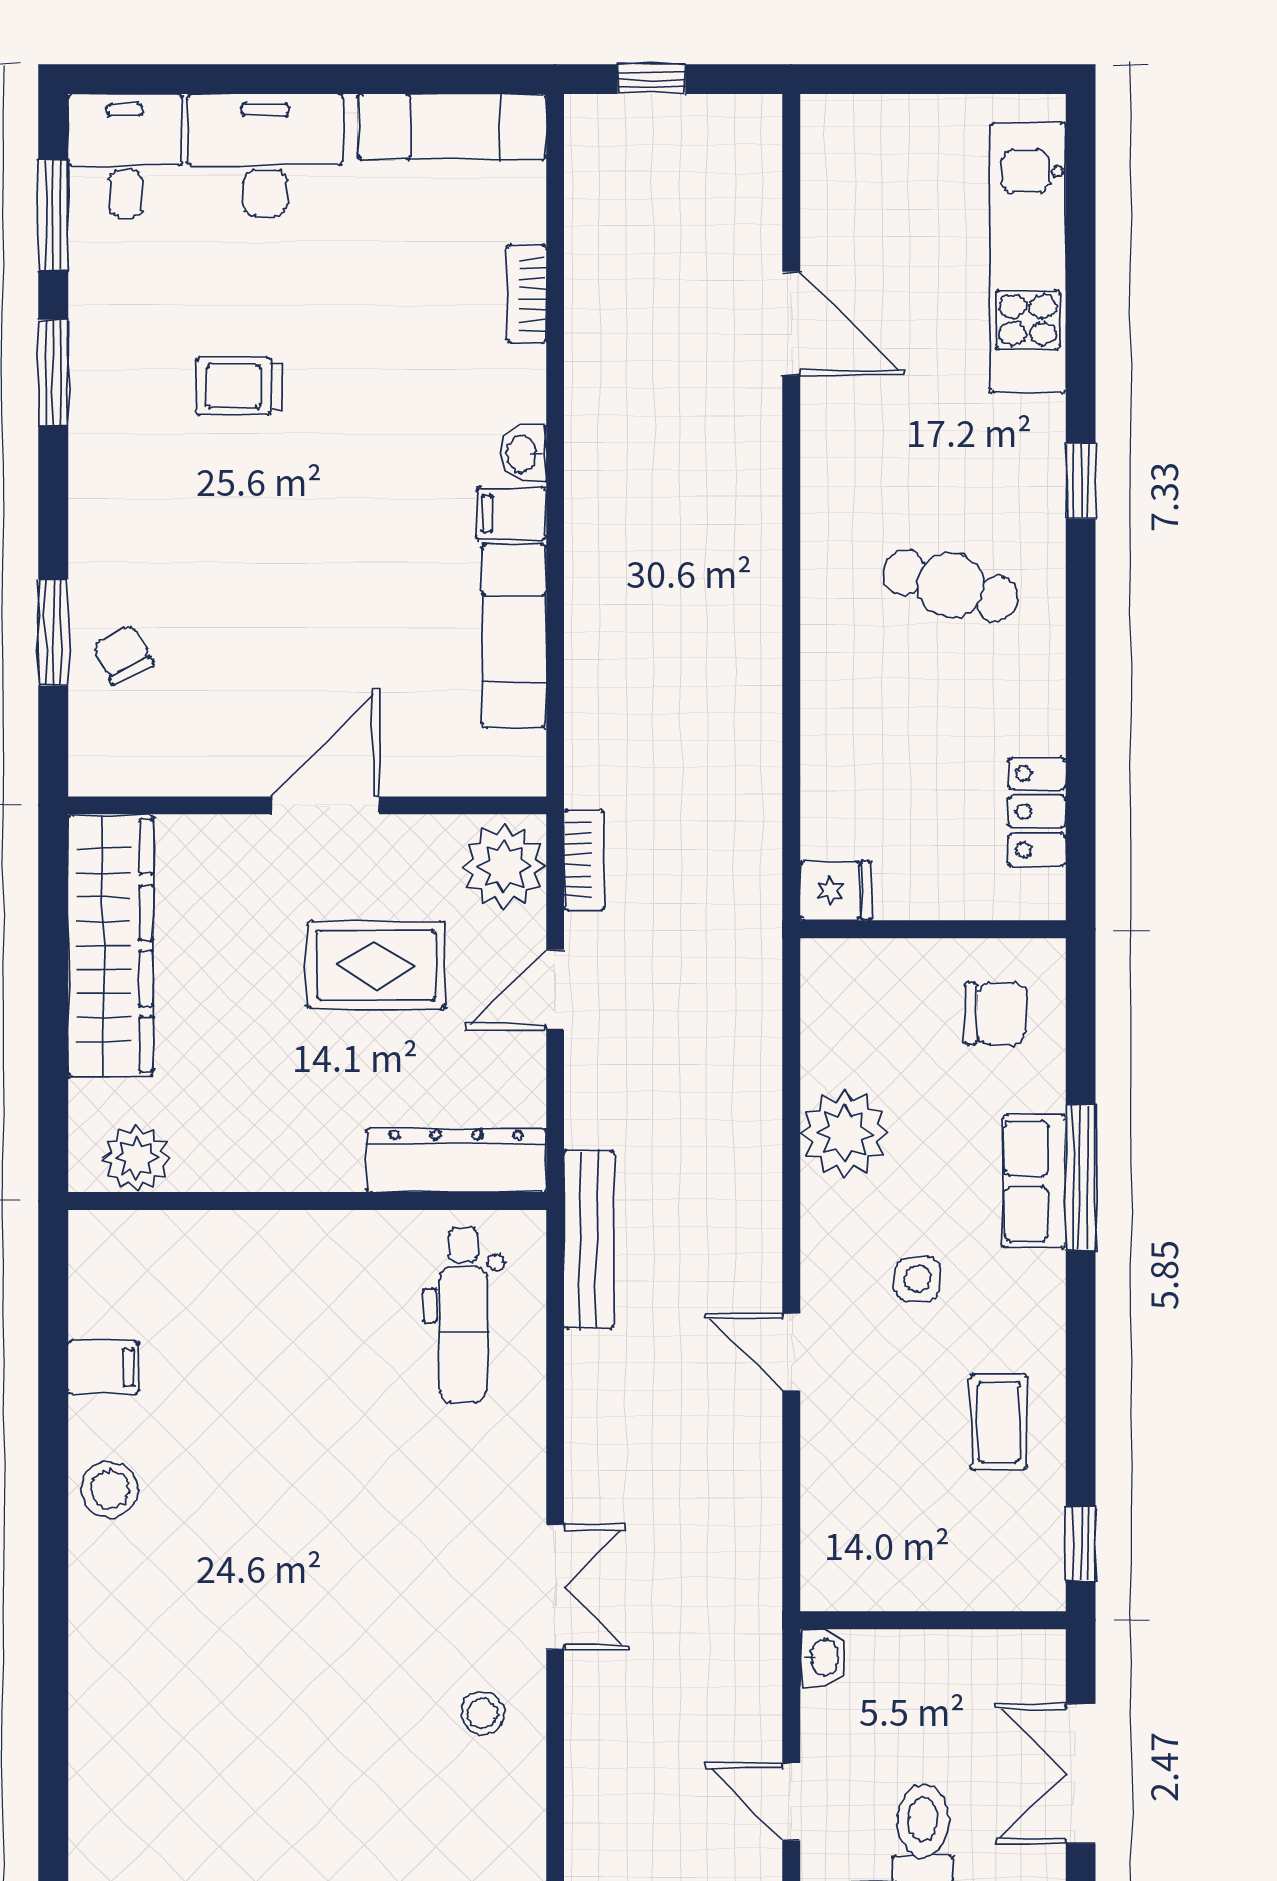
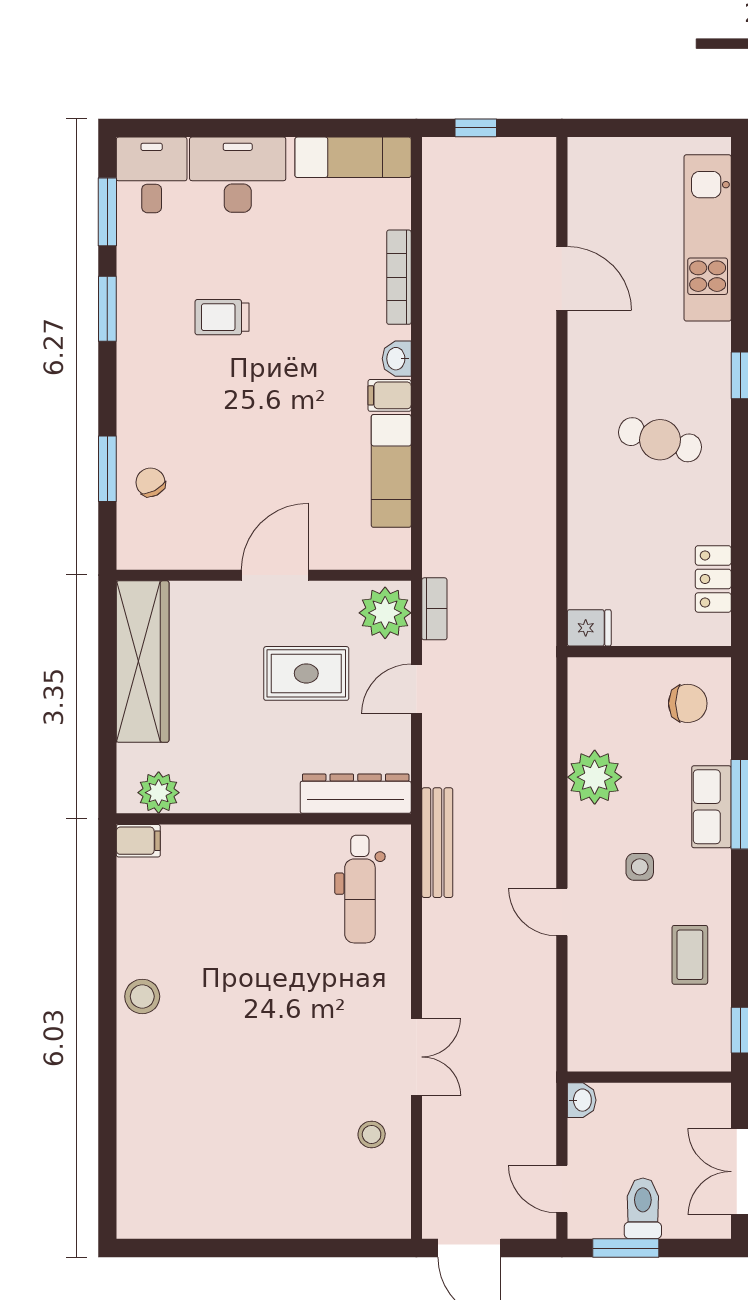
bookcase: (527, 294) -> (399, 277), width x1.56
filing cabinet: (103, 1367) -> (138, 841), moved

